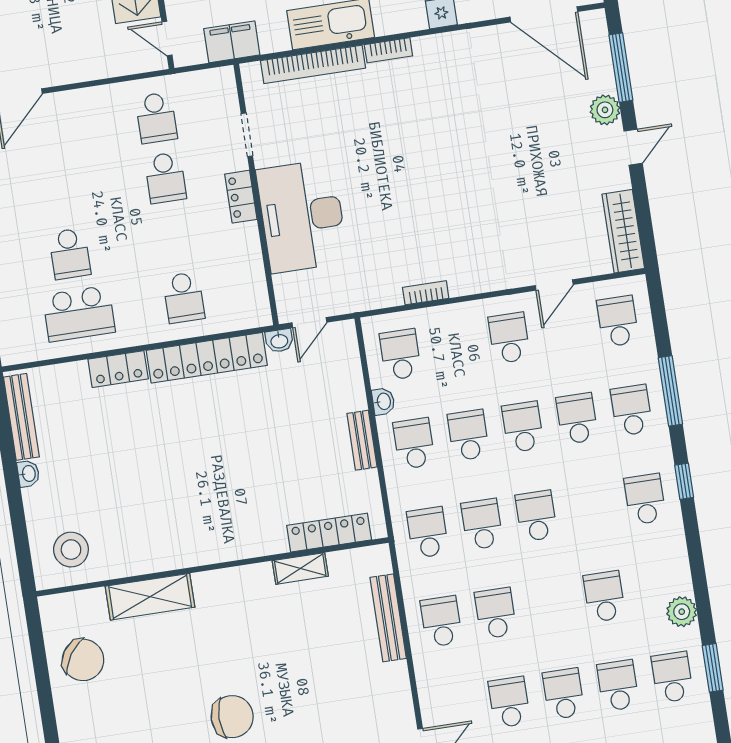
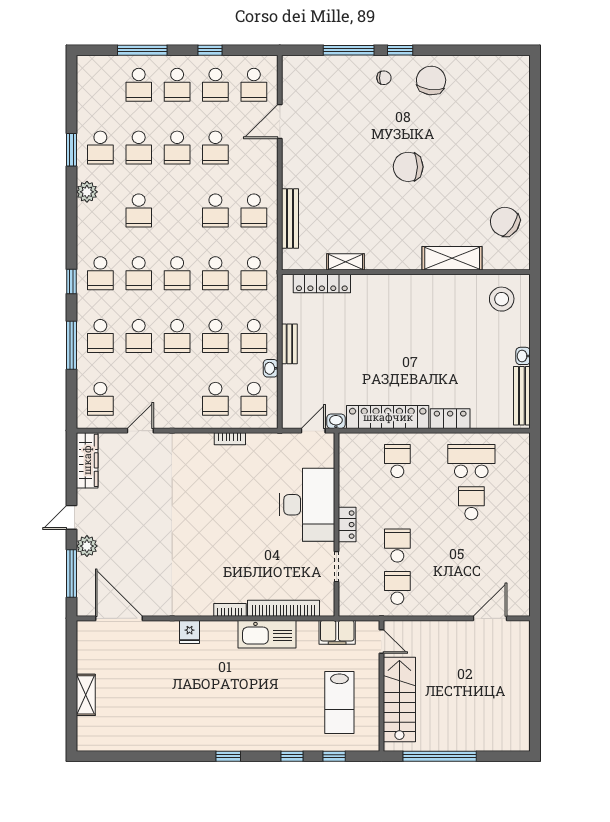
school desk: (509, 338) -> (215, 399), moved
school desk: (591, 508) -> (139, 273), added

